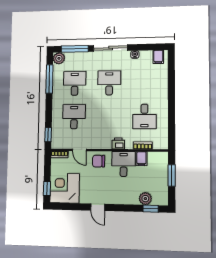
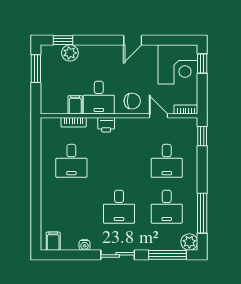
sliding door: (111, 48) -> (118, 255), width x0.73
desk: (144, 116) -> (71, 161), turned 180
window: (172, 175) -> (36, 69), moved
door: (98, 207) -> (133, 40), swing flipped

